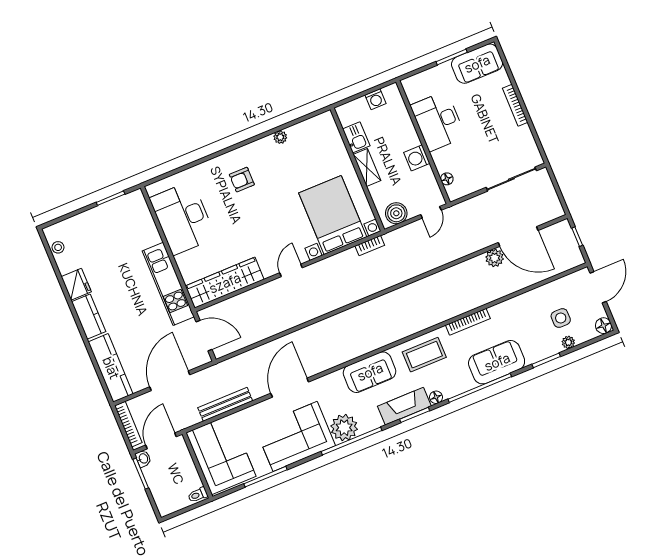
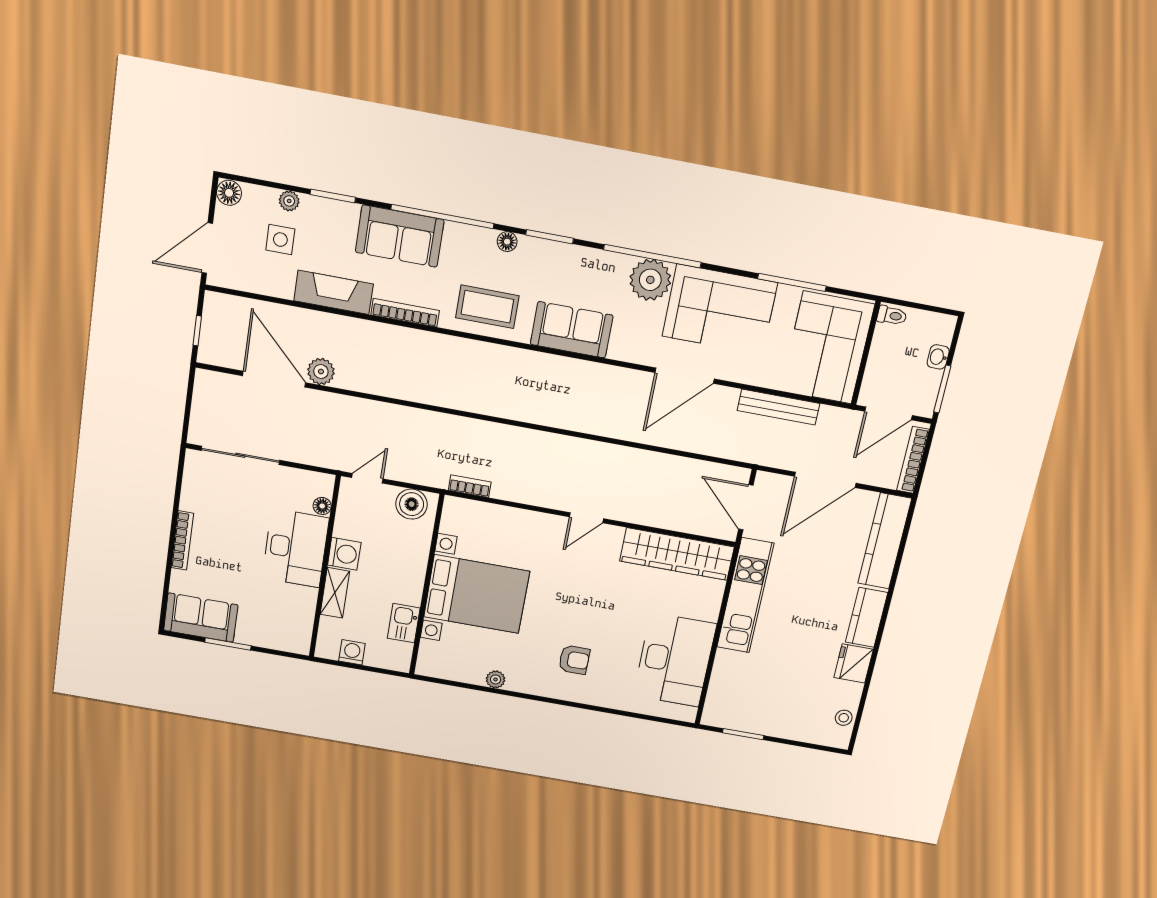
desk: (438, 121) -> (295, 548), moved
shelving: (367, 168) -> (335, 593), moved
bed with nightstands: (333, 215) -> (477, 594), moved, turned -90
fireplace: (404, 406) -> (334, 292), moved, turned 180
washbasin: (143, 459) -> (938, 357), moved

